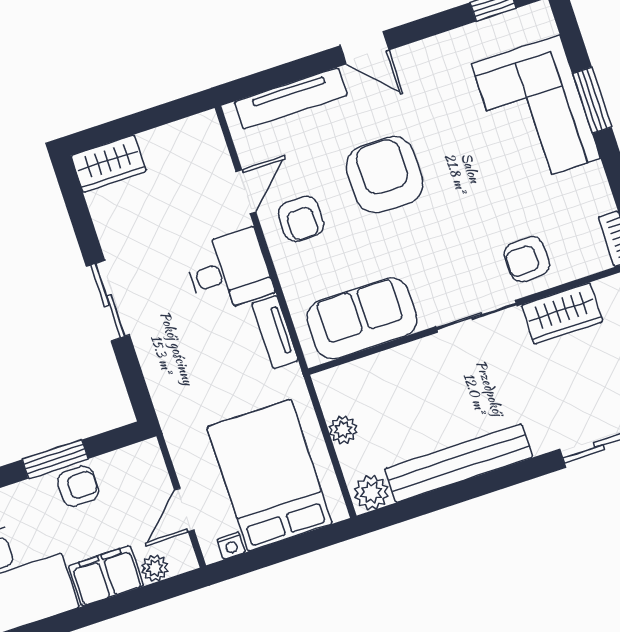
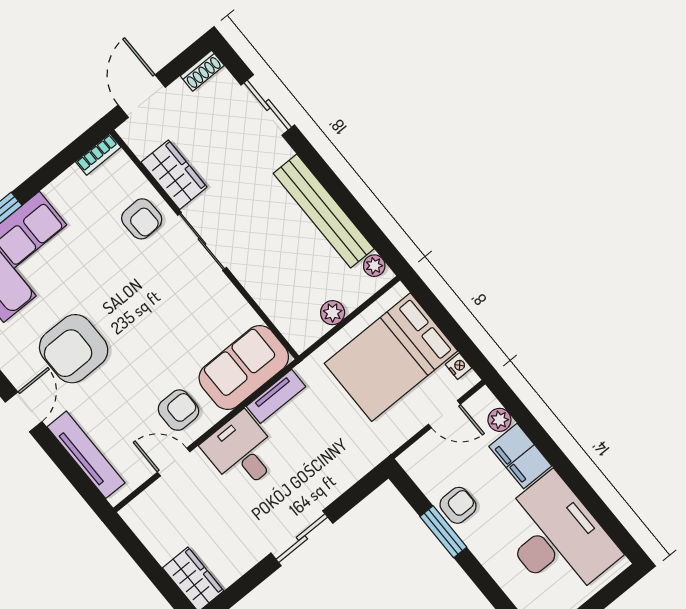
armchair: (385, 175) -> (74, 349), moved
sofa: (362, 318) -> (244, 368), moved, turned 90
armchair: (78, 486) -> (458, 505), turned 90
plant: (371, 492) -> (374, 266), width x0.73, depth x0.73

